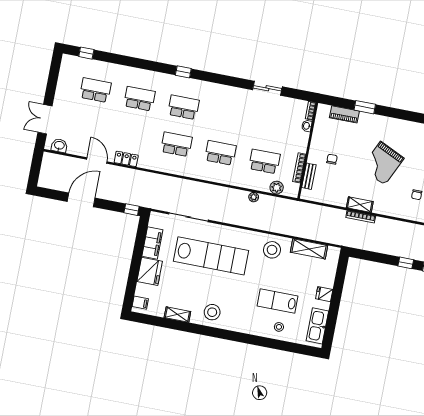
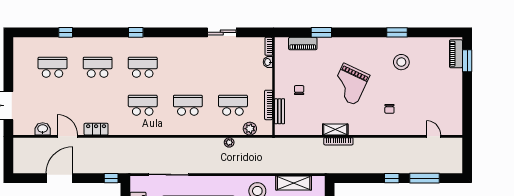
window: (86, 53) -> (66, 32), moved
washbasin: (59, 146) -> (43, 129), moved

